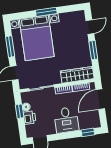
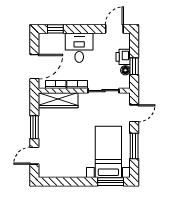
window: (46, 12) -> (111, 182), moved
bed with nightstands: (37, 38) -> (108, 152), width x0.73

